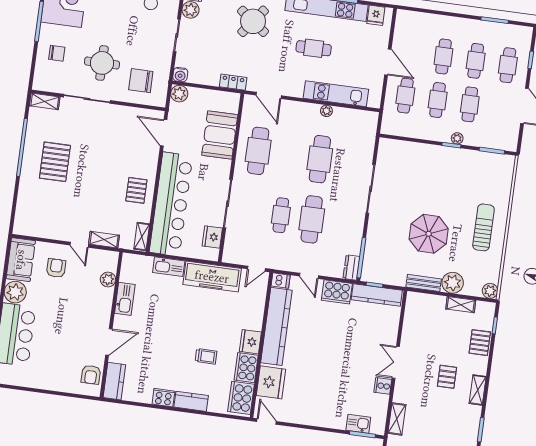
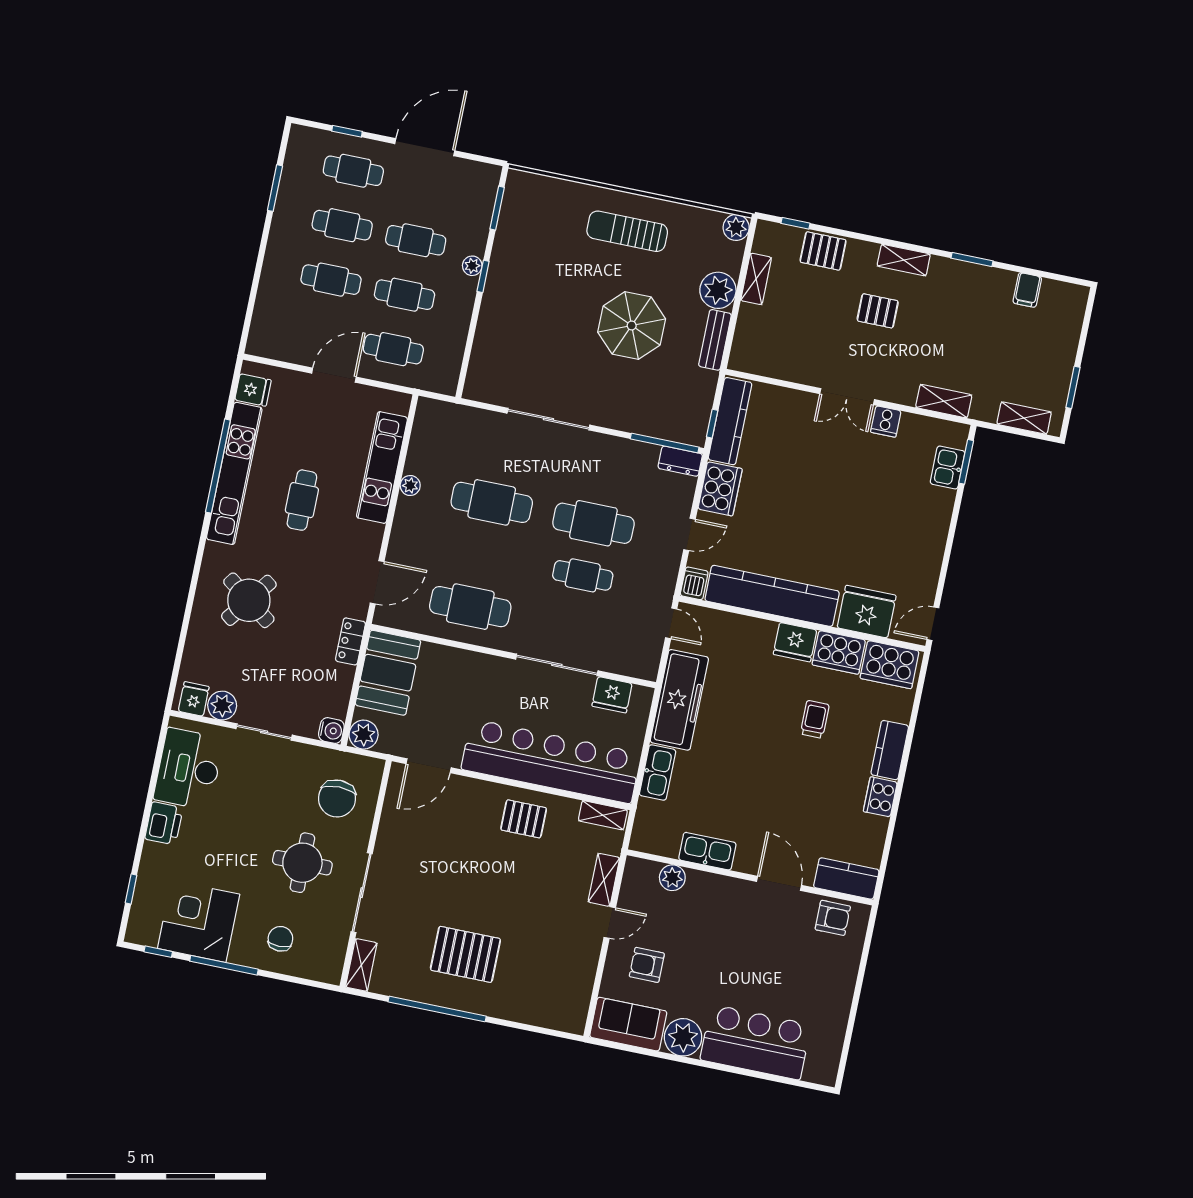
booth: (220, 135) -> (388, 673), moved, turned 90

